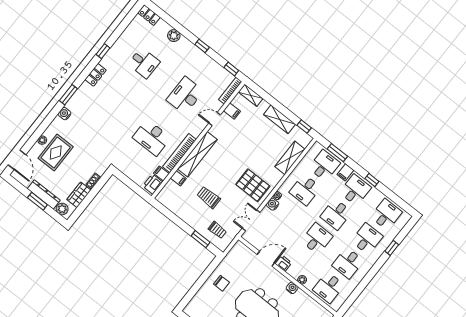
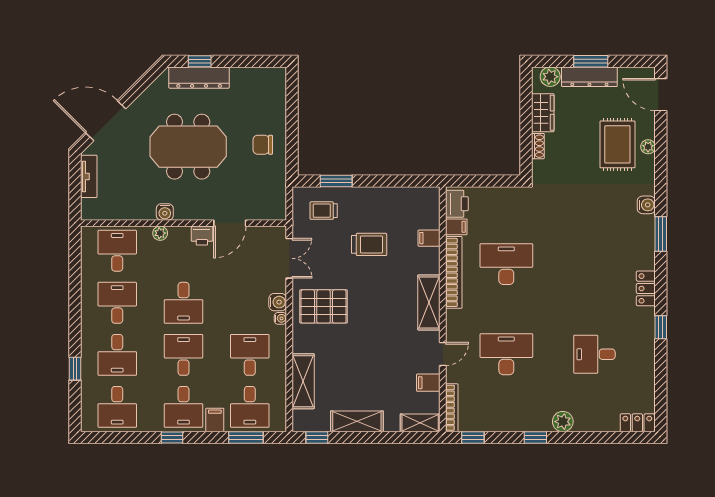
plant: (174, 36) -> (563, 422), moved
desk: (185, 95) -> (506, 354), turned -90
shelving: (197, 154) -> (429, 302), width x0.68

